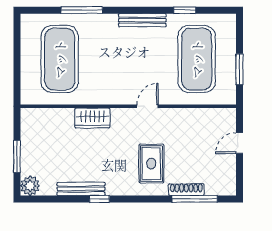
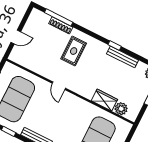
door: (148, 106) -> (59, 86), hinge flipped
plant: (48, 118) -> (121, 109), added
wardrobe: (92, 118) -> (104, 100), moved

